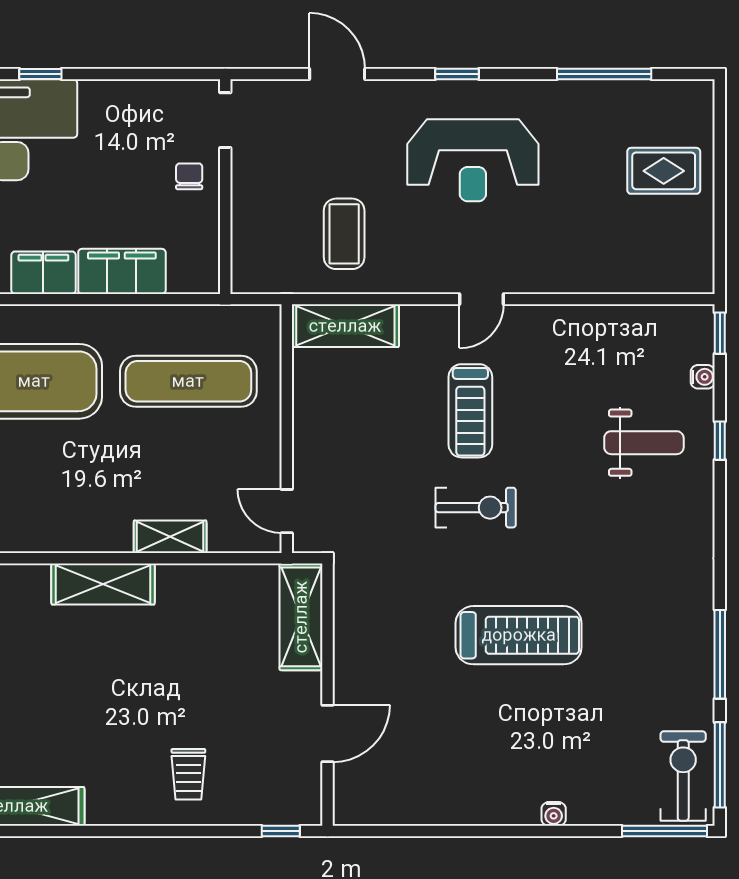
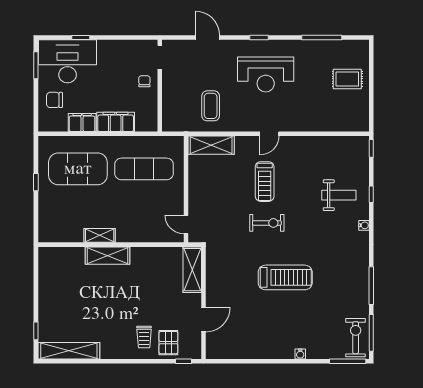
water cooler: (703, 377) -> (364, 225), moved
shelving: (170, 537) -> (100, 235), moved
pallet: (245, 787) -> (168, 343), added

